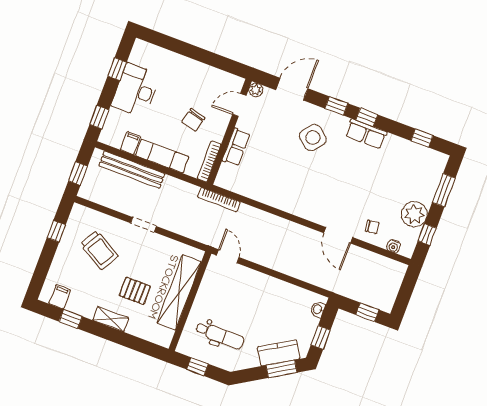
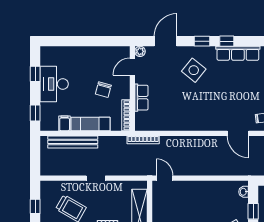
row of seats: (366, 134) -> (238, 53), width x1.48
window: (78, 174) -> (35, 159), removed

